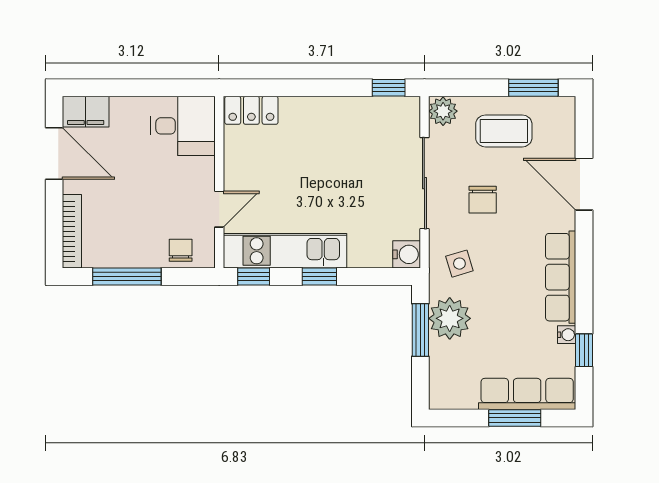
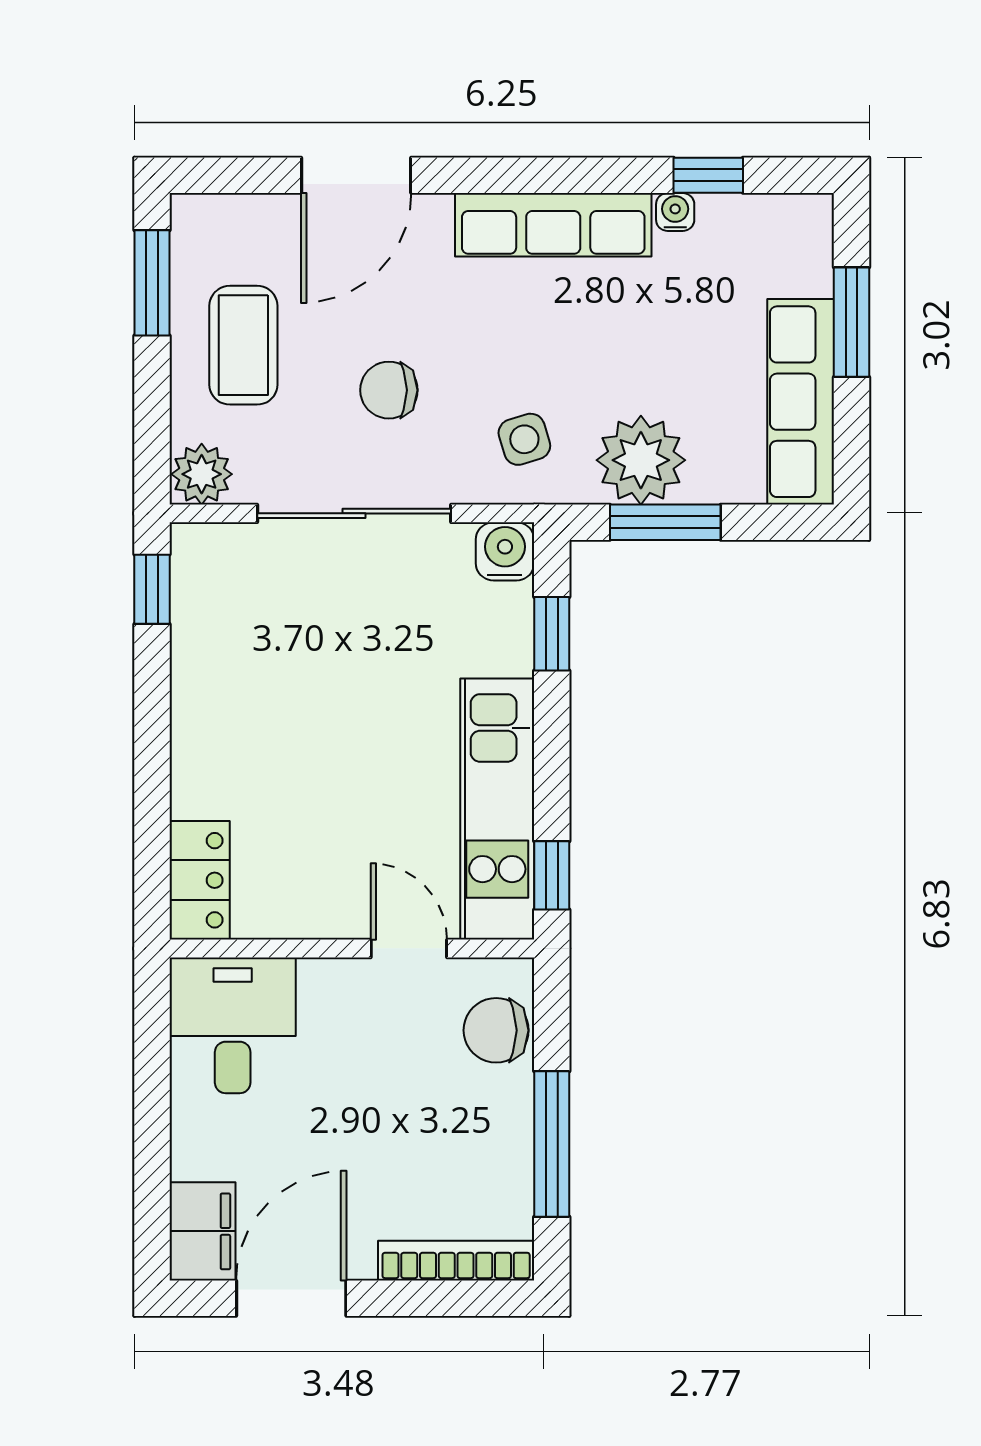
chair: (483, 200) -> (389, 390), turned 180
chair: (181, 250) -> (496, 1030), width x1.37, depth x1.37
window: (319, 276) -> (552, 634), moved
row of seats: (527, 394) -> (801, 402), moved

